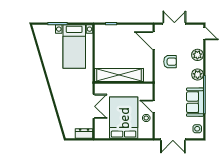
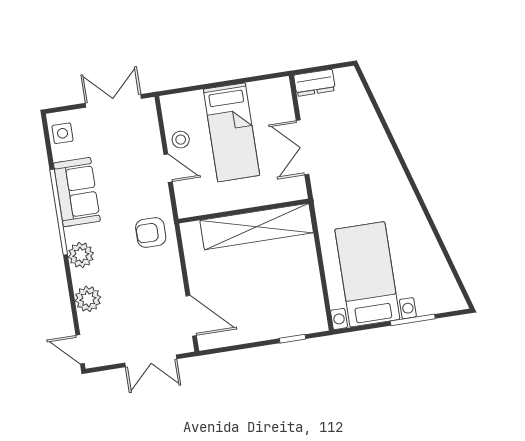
armchair: (170, 62) -> (151, 233), moved
bed: (124, 118) -> (232, 132), width x0.67

